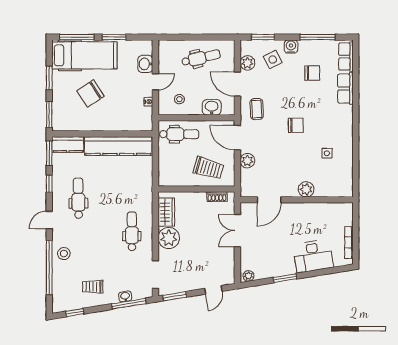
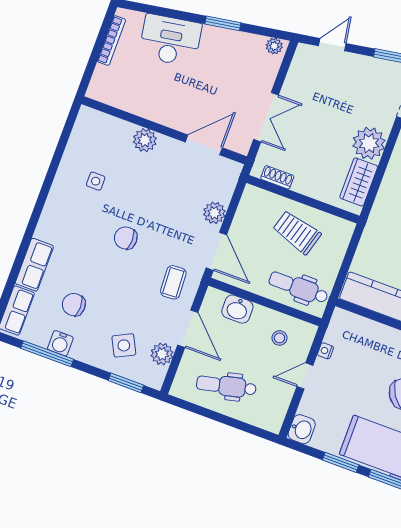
water cooler: (291, 47) -> (60, 343), moved
washbasin: (145, 64) -> (302, 429), moved
trolley: (208, 168) -> (297, 232), moved

